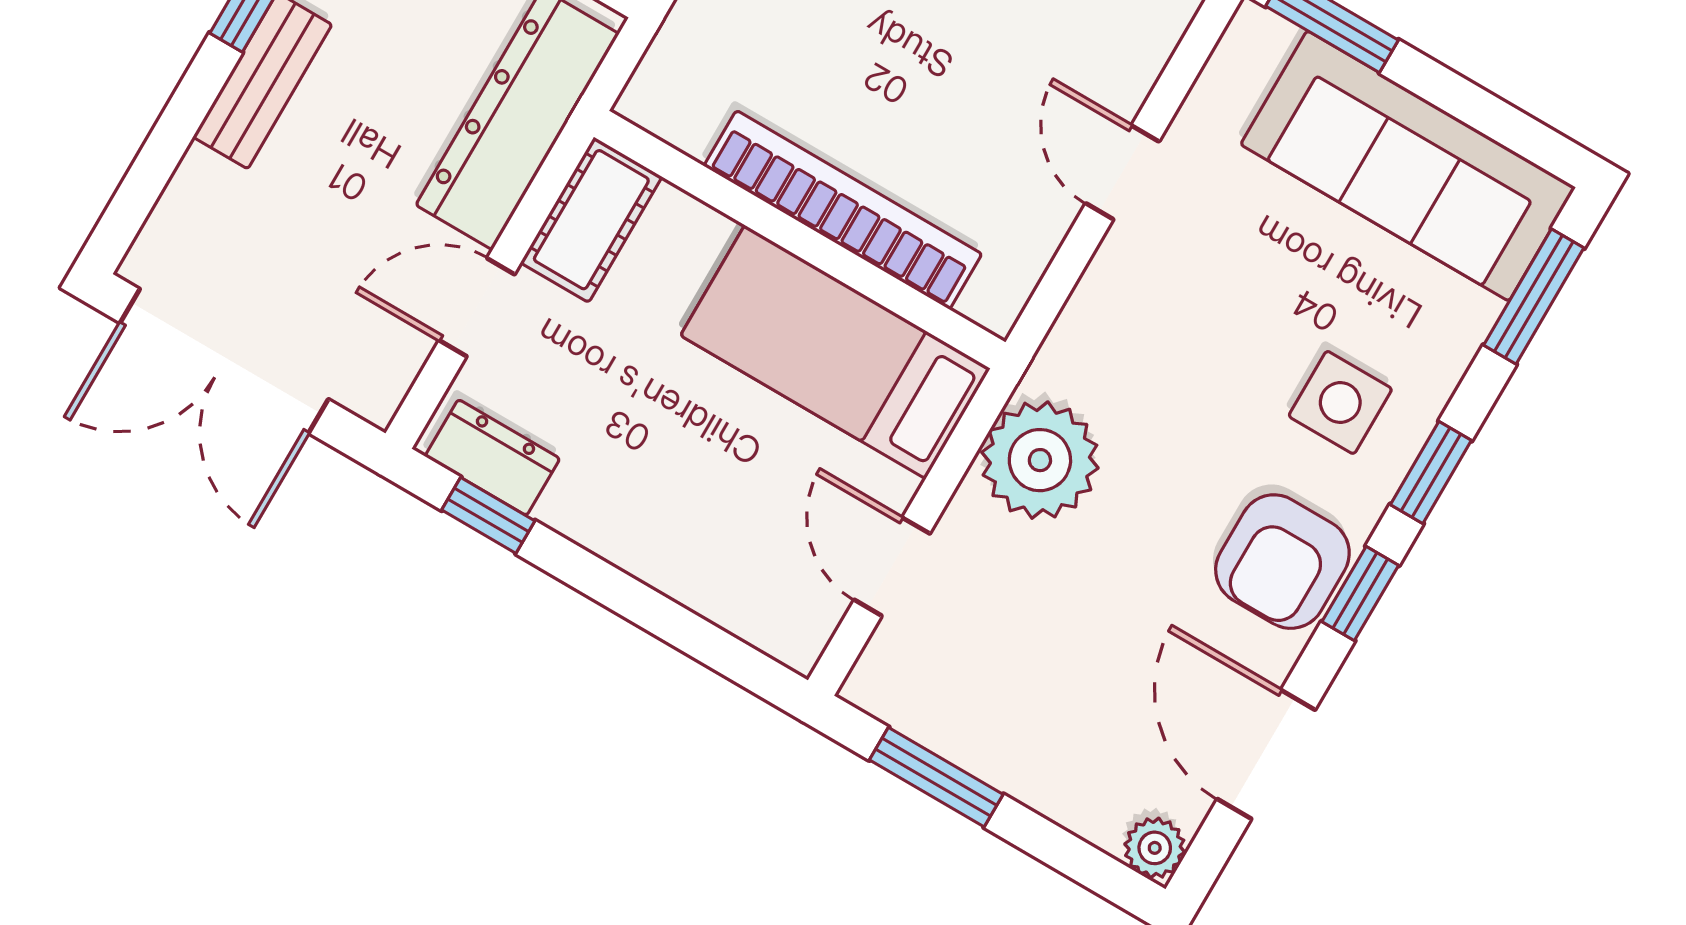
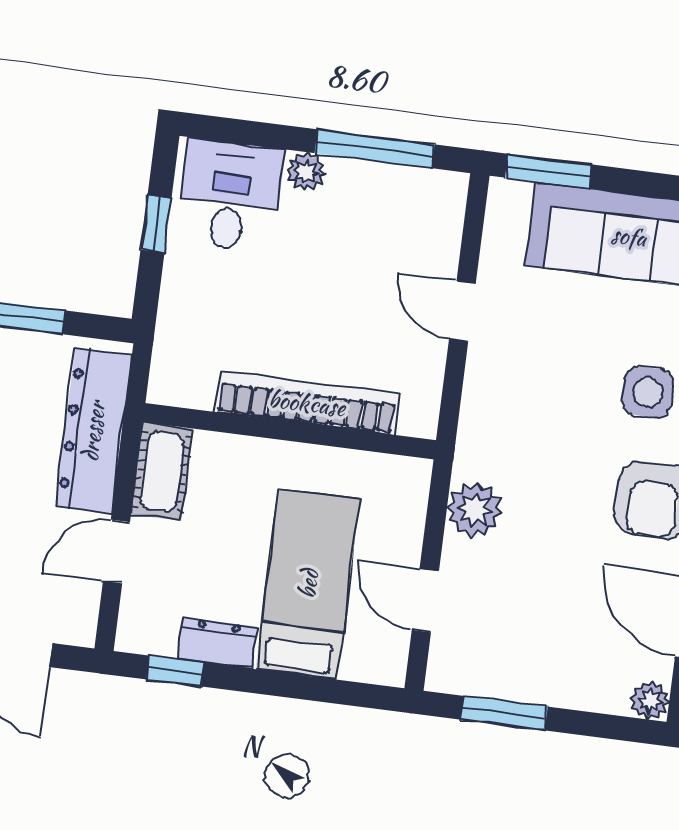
bed: (835, 352) -> (308, 584), moved, turned 90
dresser: (492, 457) -> (217, 643), moved
plant: (1040, 460) -> (474, 510), width x0.73, depth x0.73

